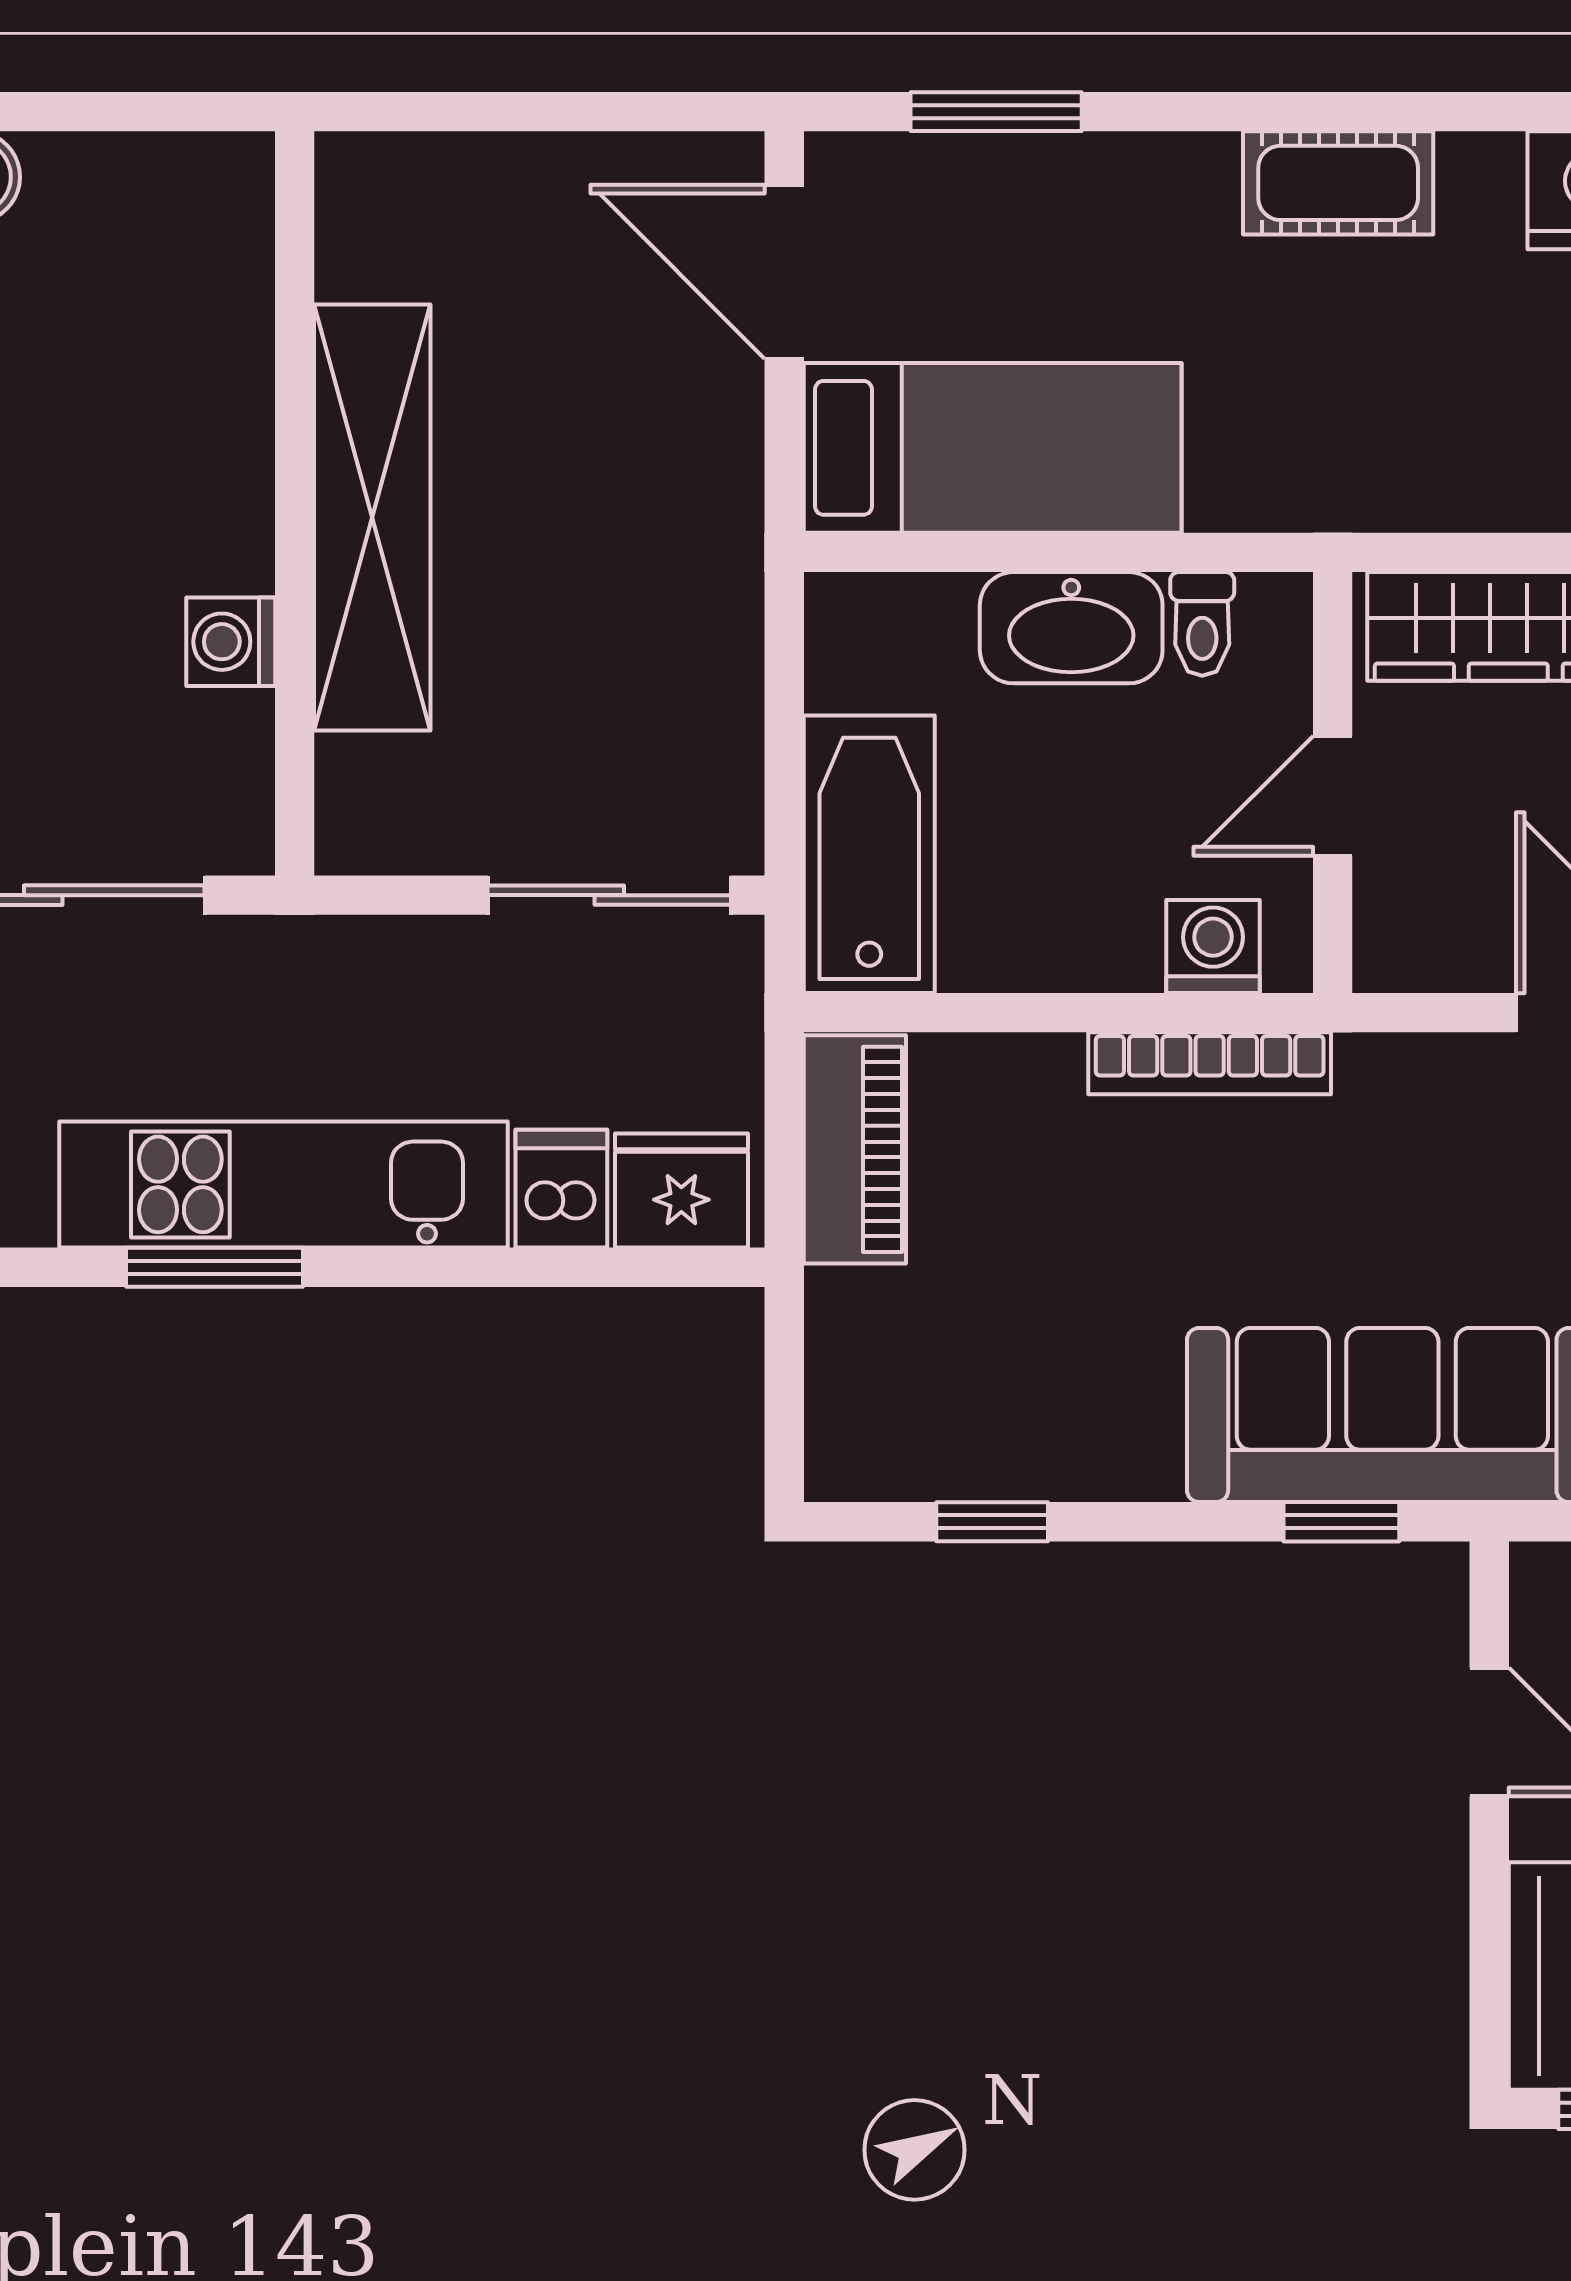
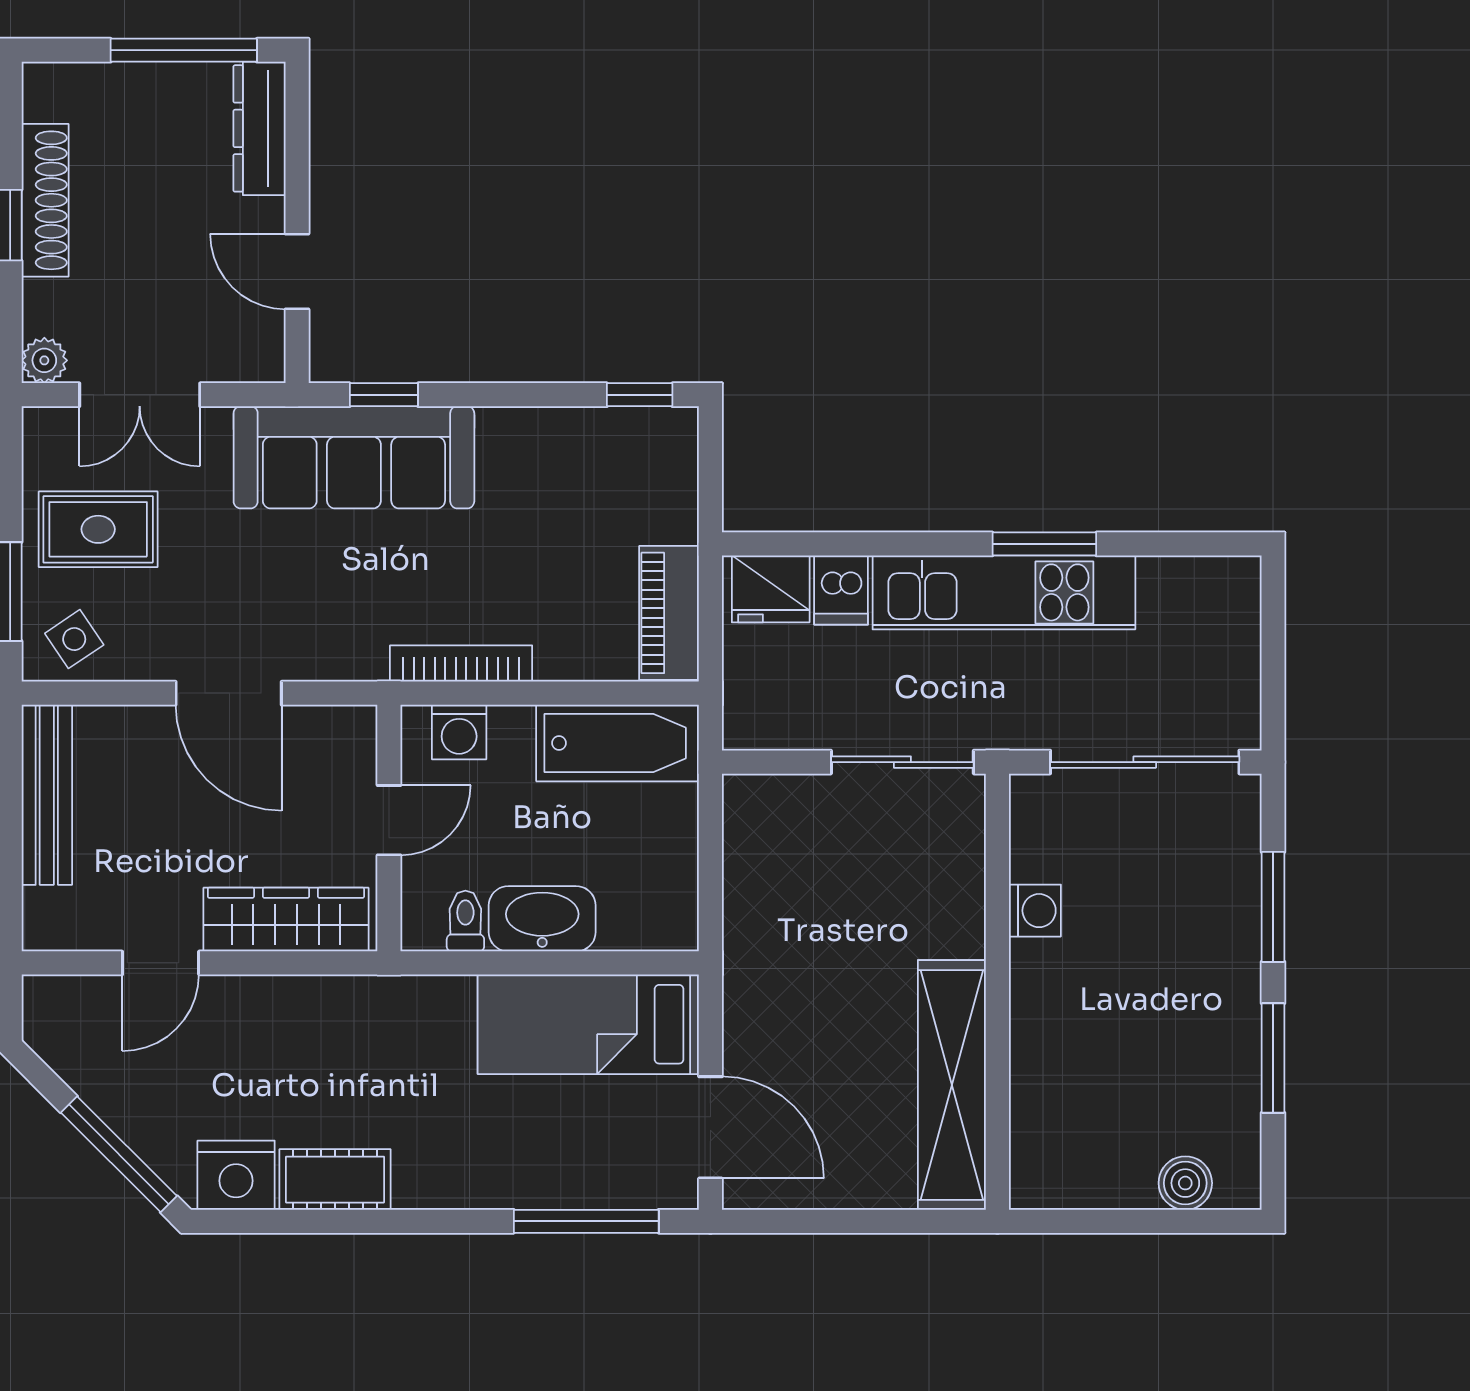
window: (996, 112) -> (586, 1221), width x1.44
cot: (1338, 183) -> (335, 1180), moved
shelving: (372, 517) -> (952, 1085), moved
bathtub: (869, 854) -> (618, 743), moved, turned -90
sliding door: (609, 895) -> (902, 762), moved
window: (992, 1522) -> (640, 395), moved

